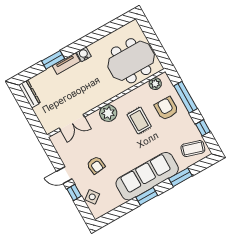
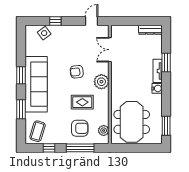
window: (116, 25) -> (166, 126), added
armchair: (96, 165) -> (77, 72), moved
door: (64, 175) -> (91, 21), moved

